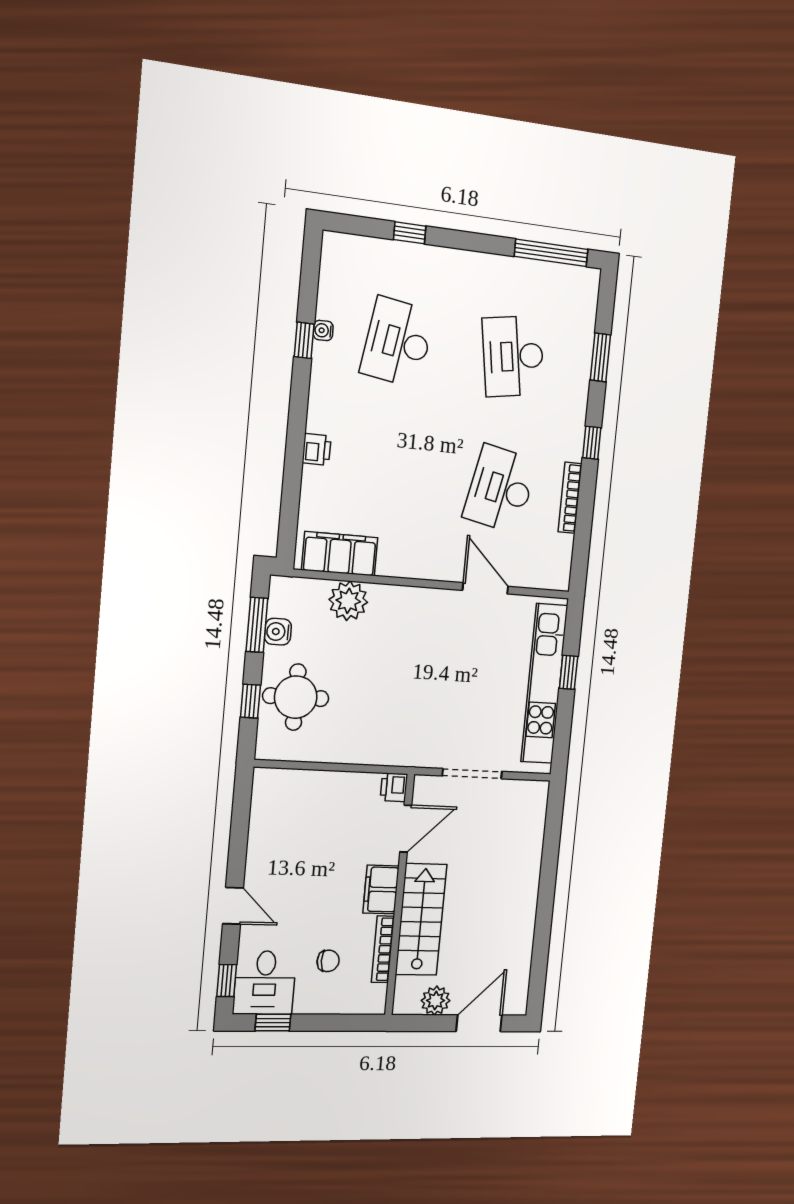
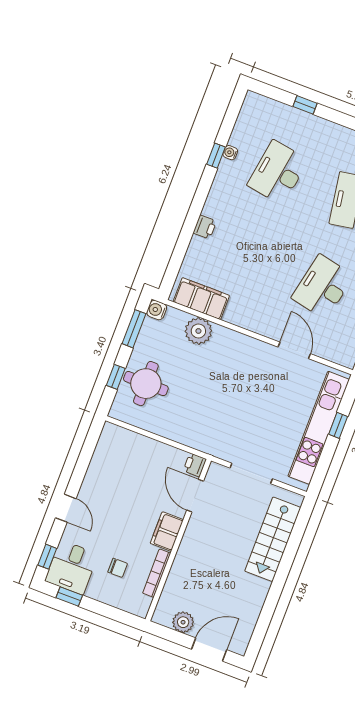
water cooler: (278, 632) -> (157, 310), moved
door: (406, 829) -> (195, 496), swing flipped
stairs: (421, 919) -> (273, 539), moved, turned 180

